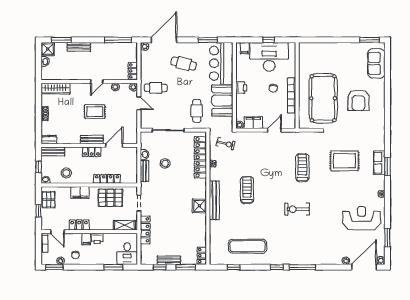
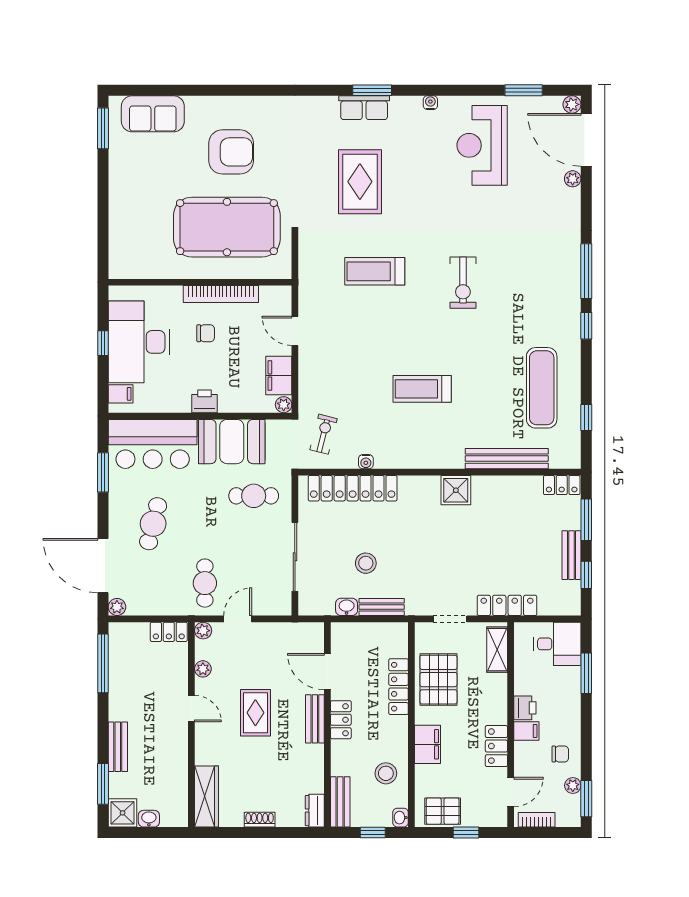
bench: (214, 200) -> (507, 459), moved

